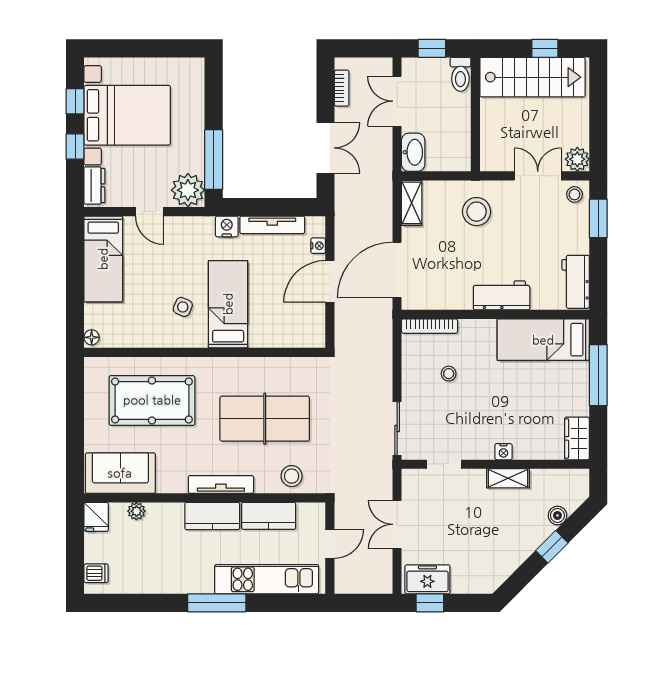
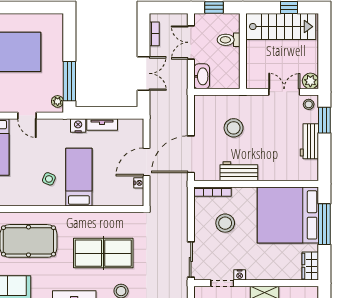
toilet: (460, 74) -> (229, 40), moved, turned 90
plant: (188, 190) -> (58, 101), width x0.53, depth x0.53
shelving: (412, 203) -> (201, 110), removed
stool: (477, 212) -> (234, 128), moved
tv unit: (272, 225) -> (102, 124), width x0.71
nightstand: (318, 246) -> (139, 183), moved
workbench: (576, 282) -> (309, 141), moved
workbench: (502, 295) -> (239, 171), moved
bed: (543, 340) -> (288, 215), width x2.04
stool: (449, 374) -> (225, 223), width x1.89, depth x1.89
nightstand: (503, 452) -> (240, 275), moved

